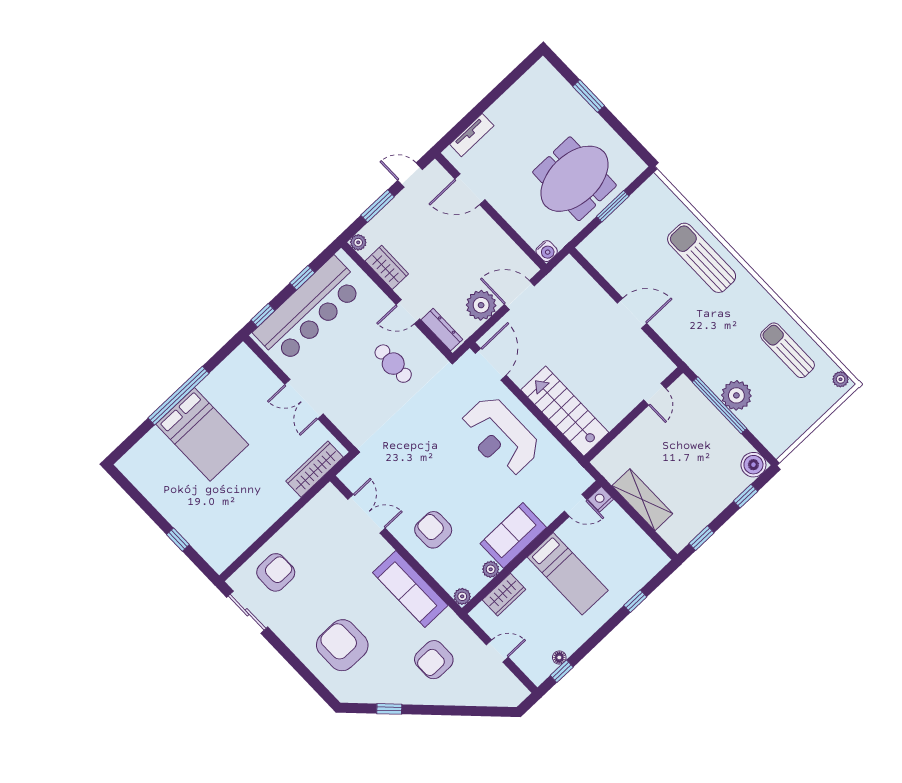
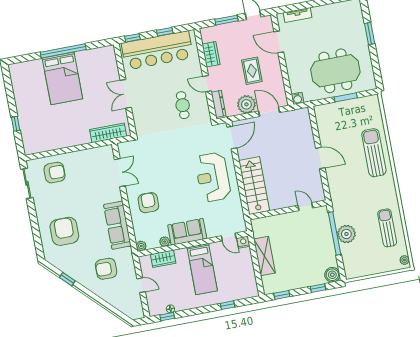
plant: (358, 242) -> (205, 32), removed
rug: (458, 254) -> (252, 71), added
door: (655, 394) -> (305, 207), swing flipped

